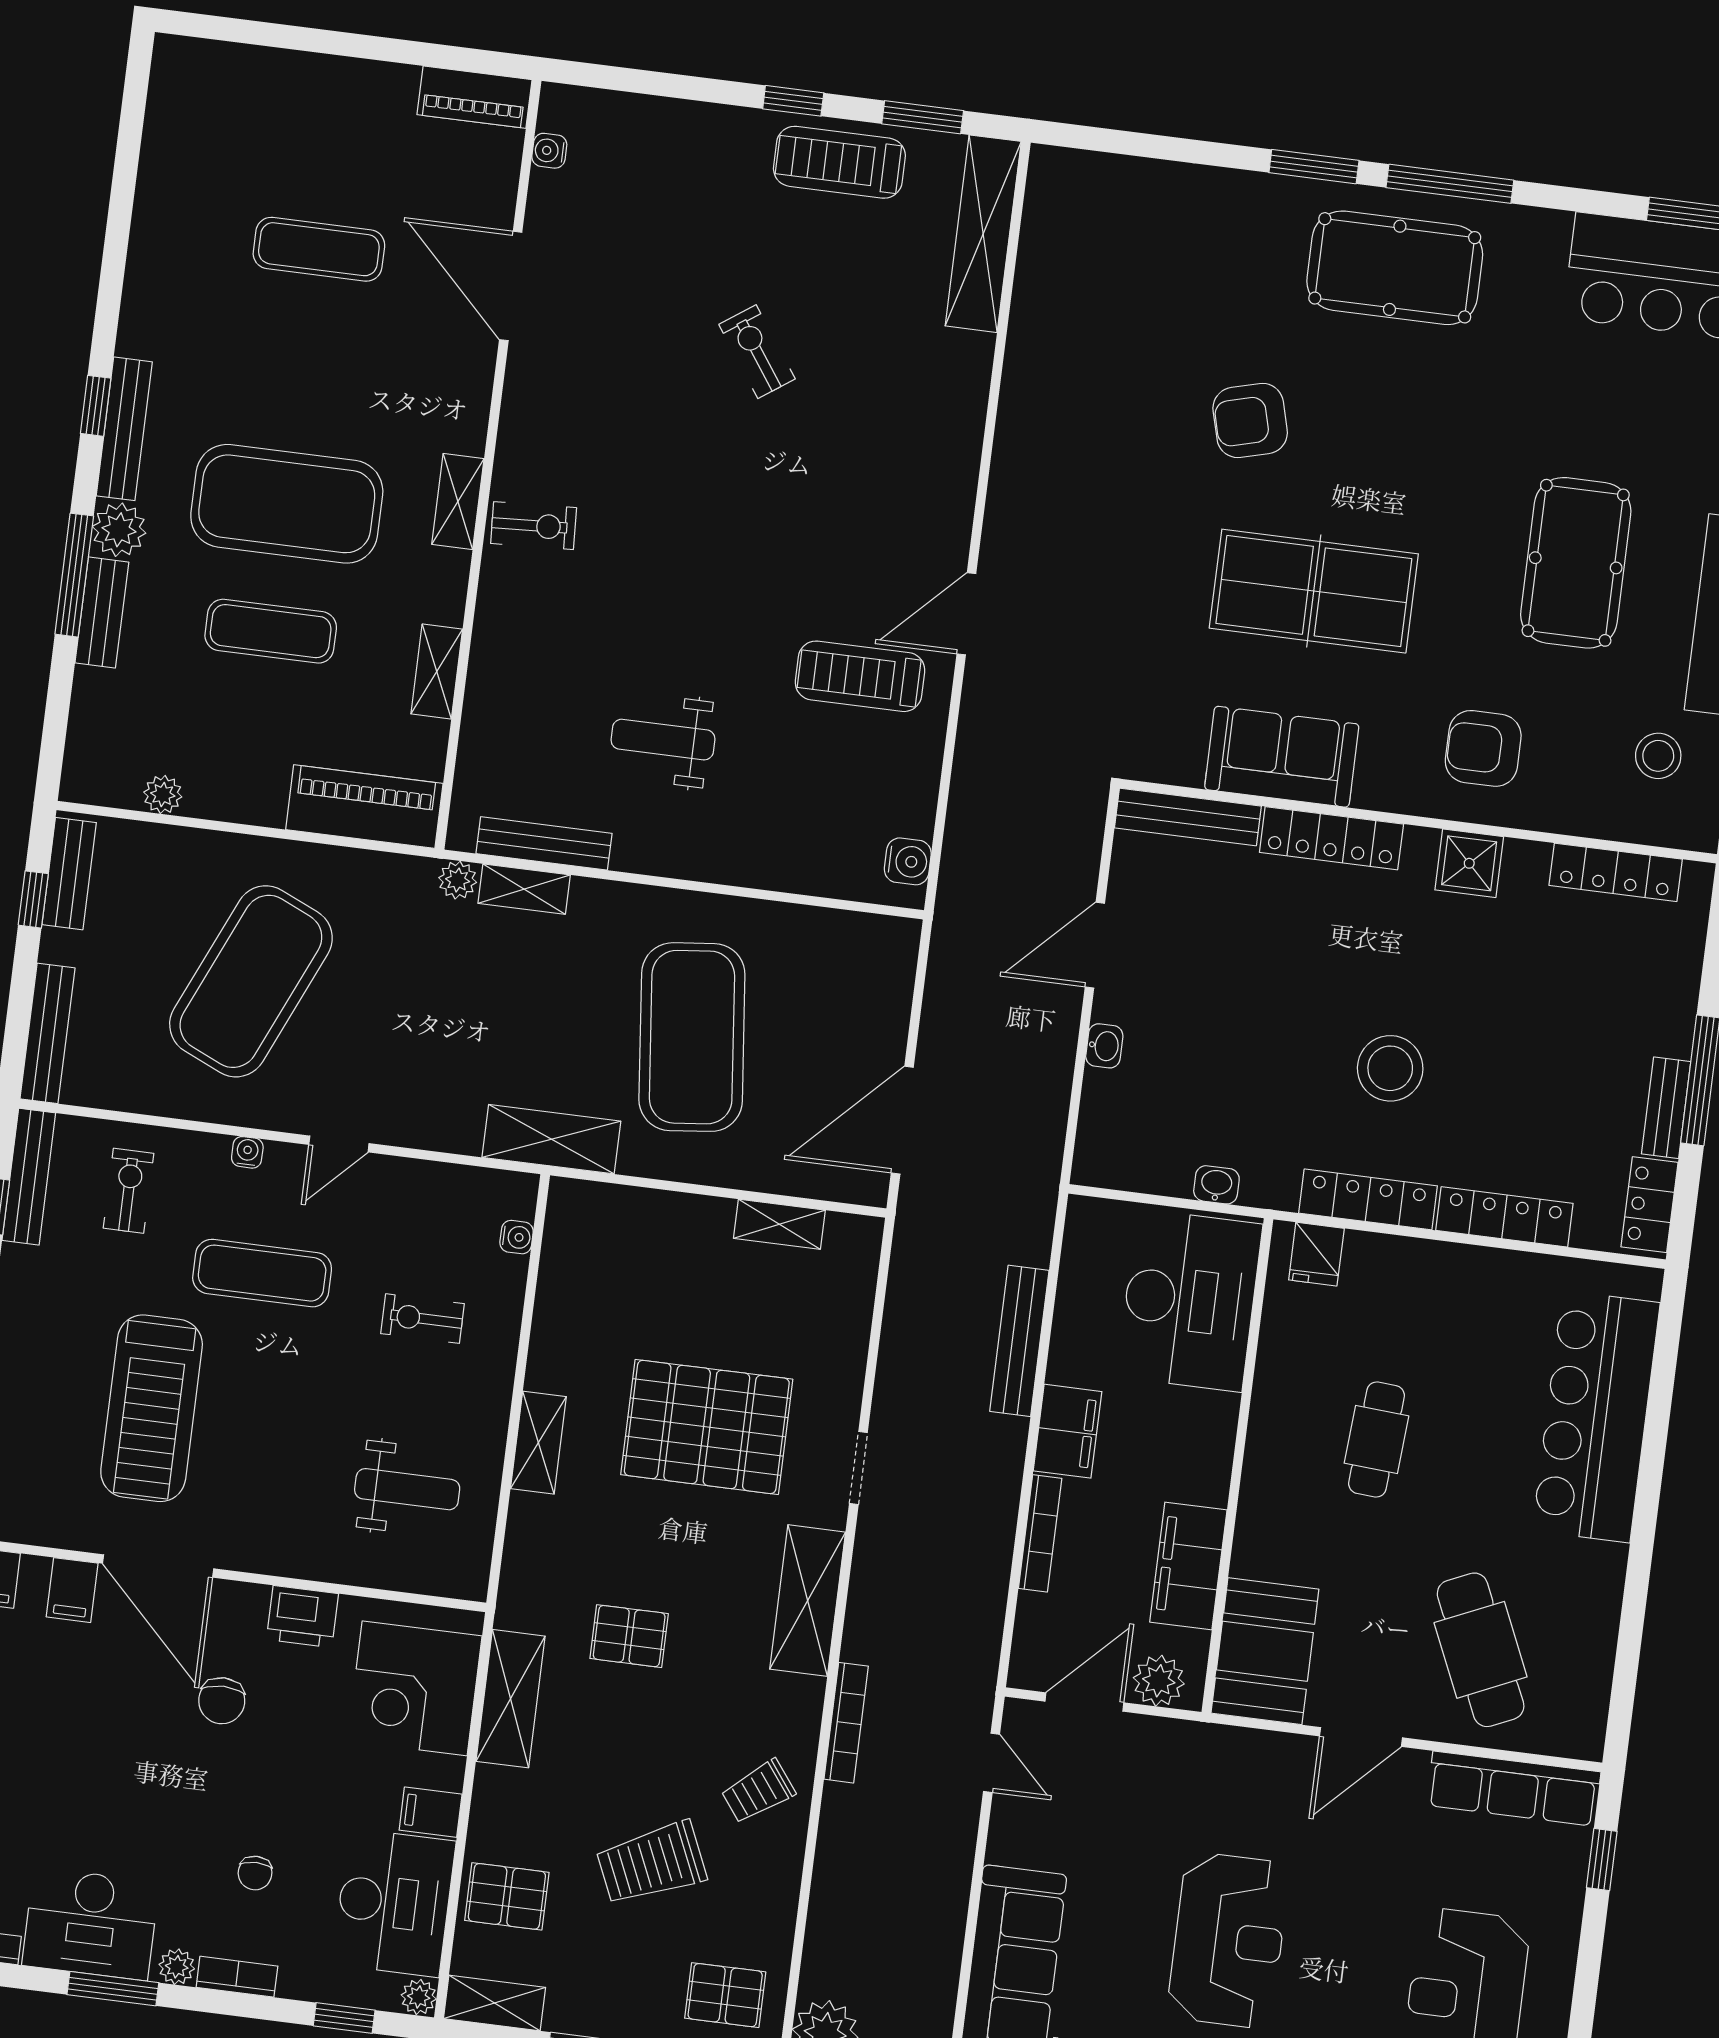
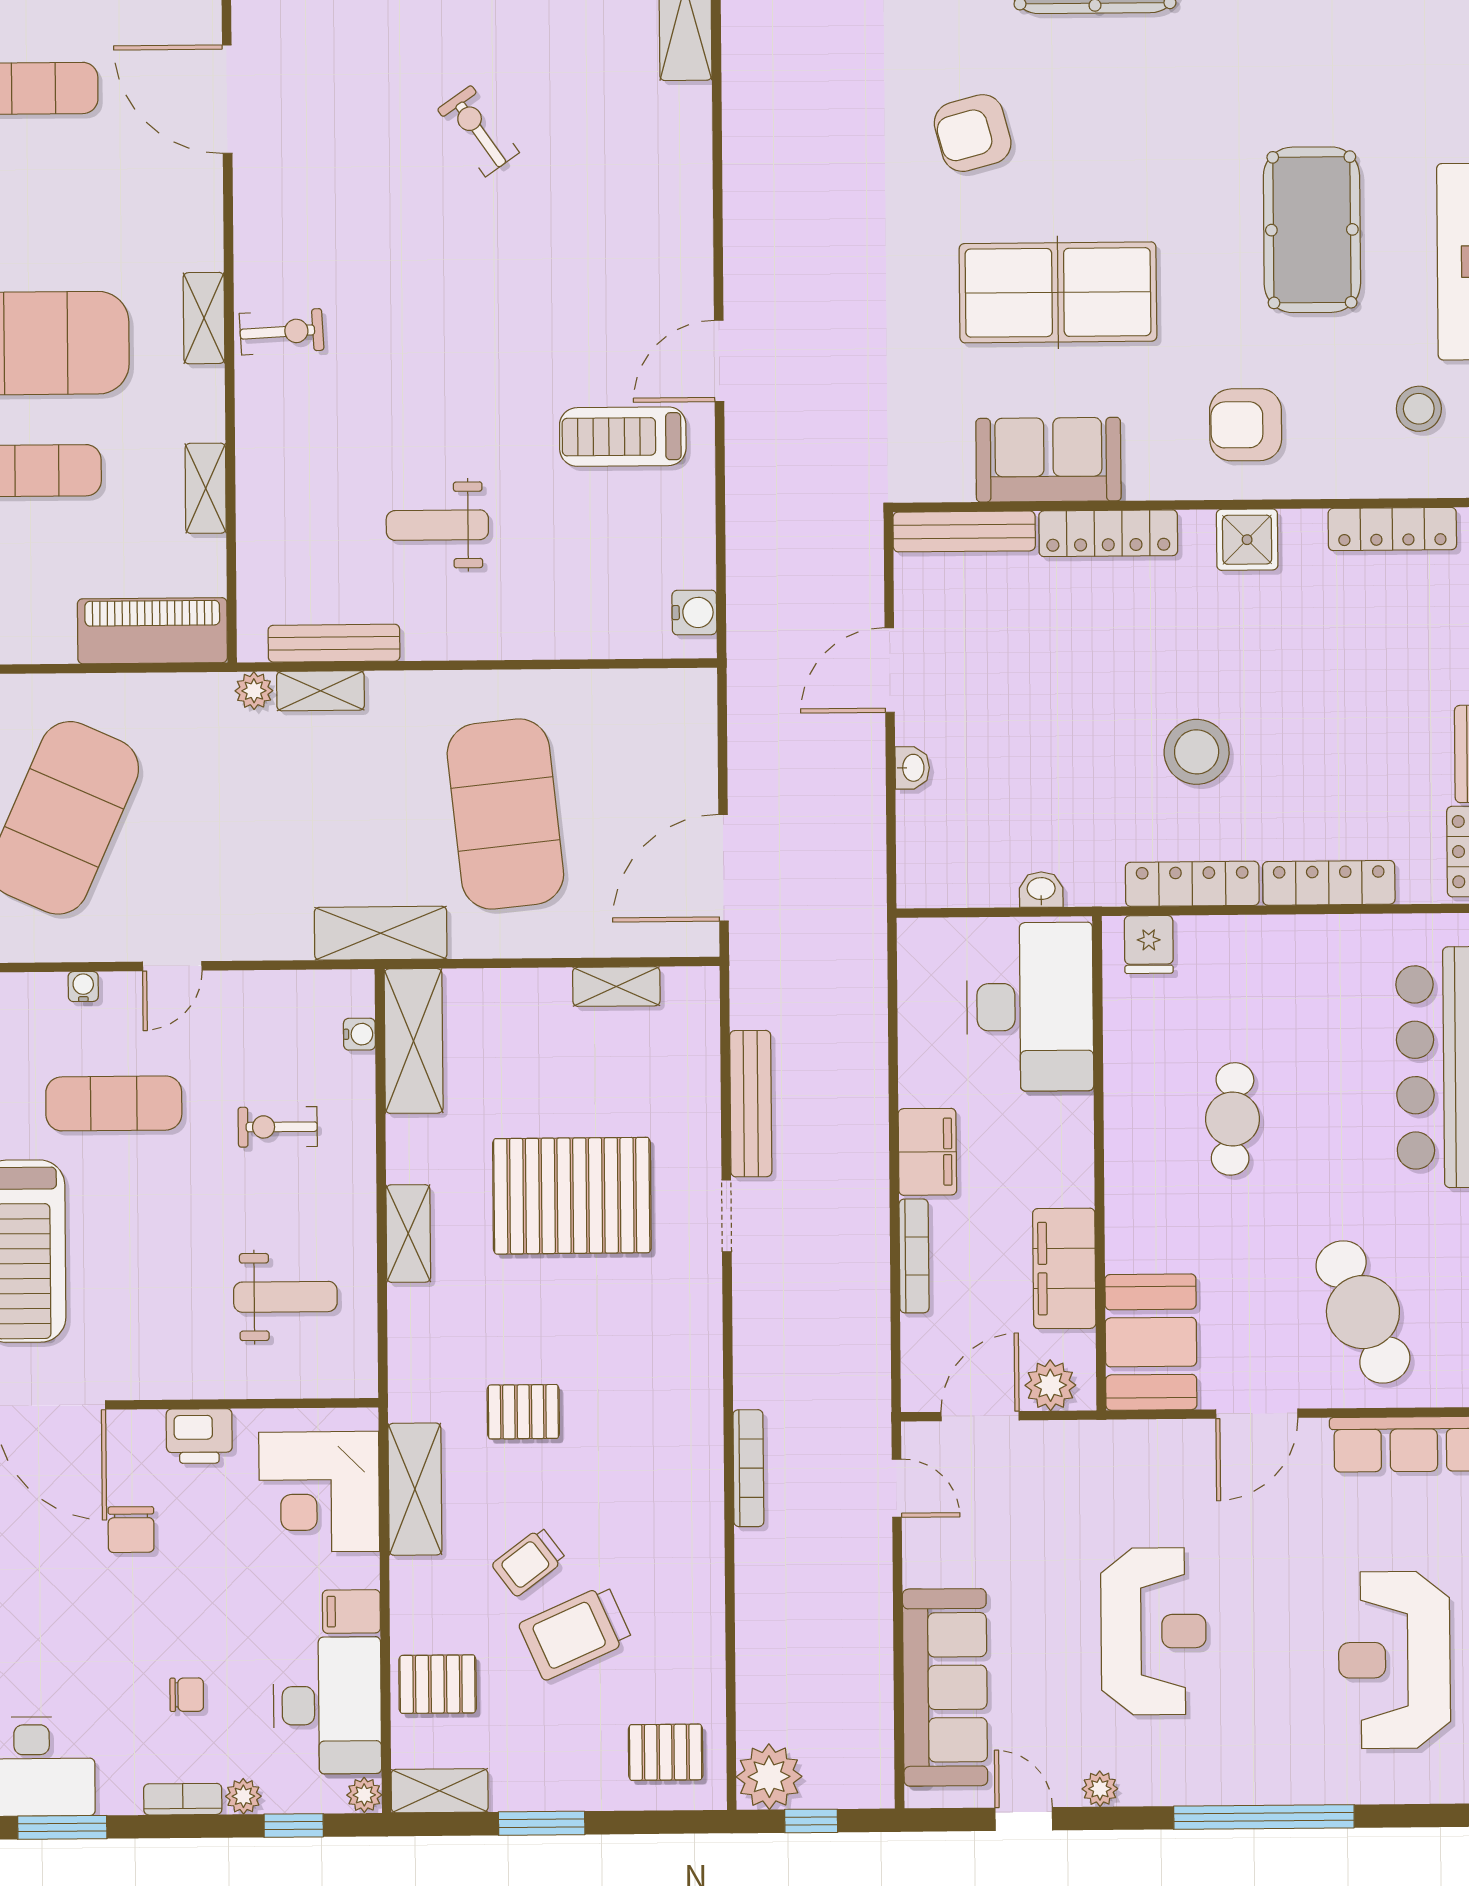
bench: (1019, 1341) -> (751, 1104), moved
shelving: (808, 1601) -> (414, 1041), moved
trolley: (758, 1791) -> (529, 1562), moved
chair: (255, 1873) -> (187, 1695), turned -90
plant: (177, 1967) -> (243, 1796), moved

